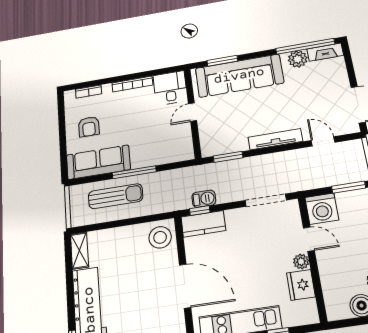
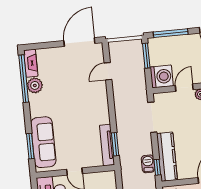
sofa: (239, 76) -> (43, 142), width x0.74, depth x0.79
tv unit: (275, 139) -> (107, 145), moved
kitchen counter: (203, 224) -> (167, 157), width x1.50

